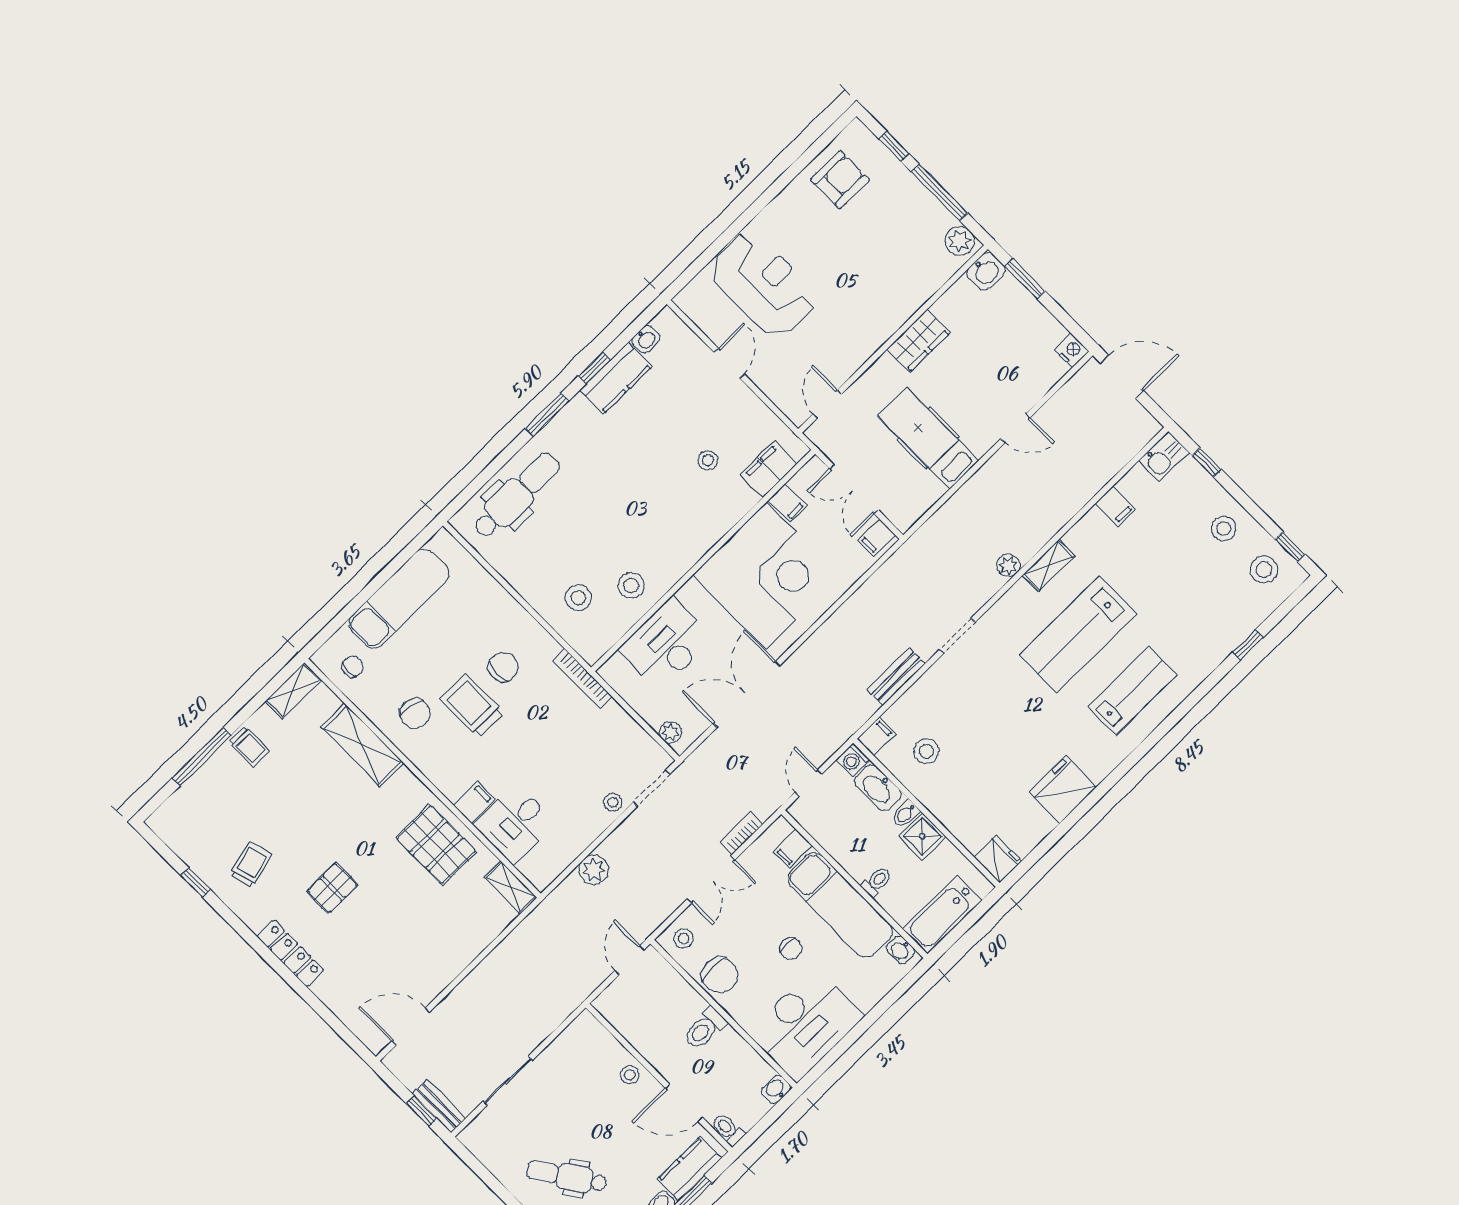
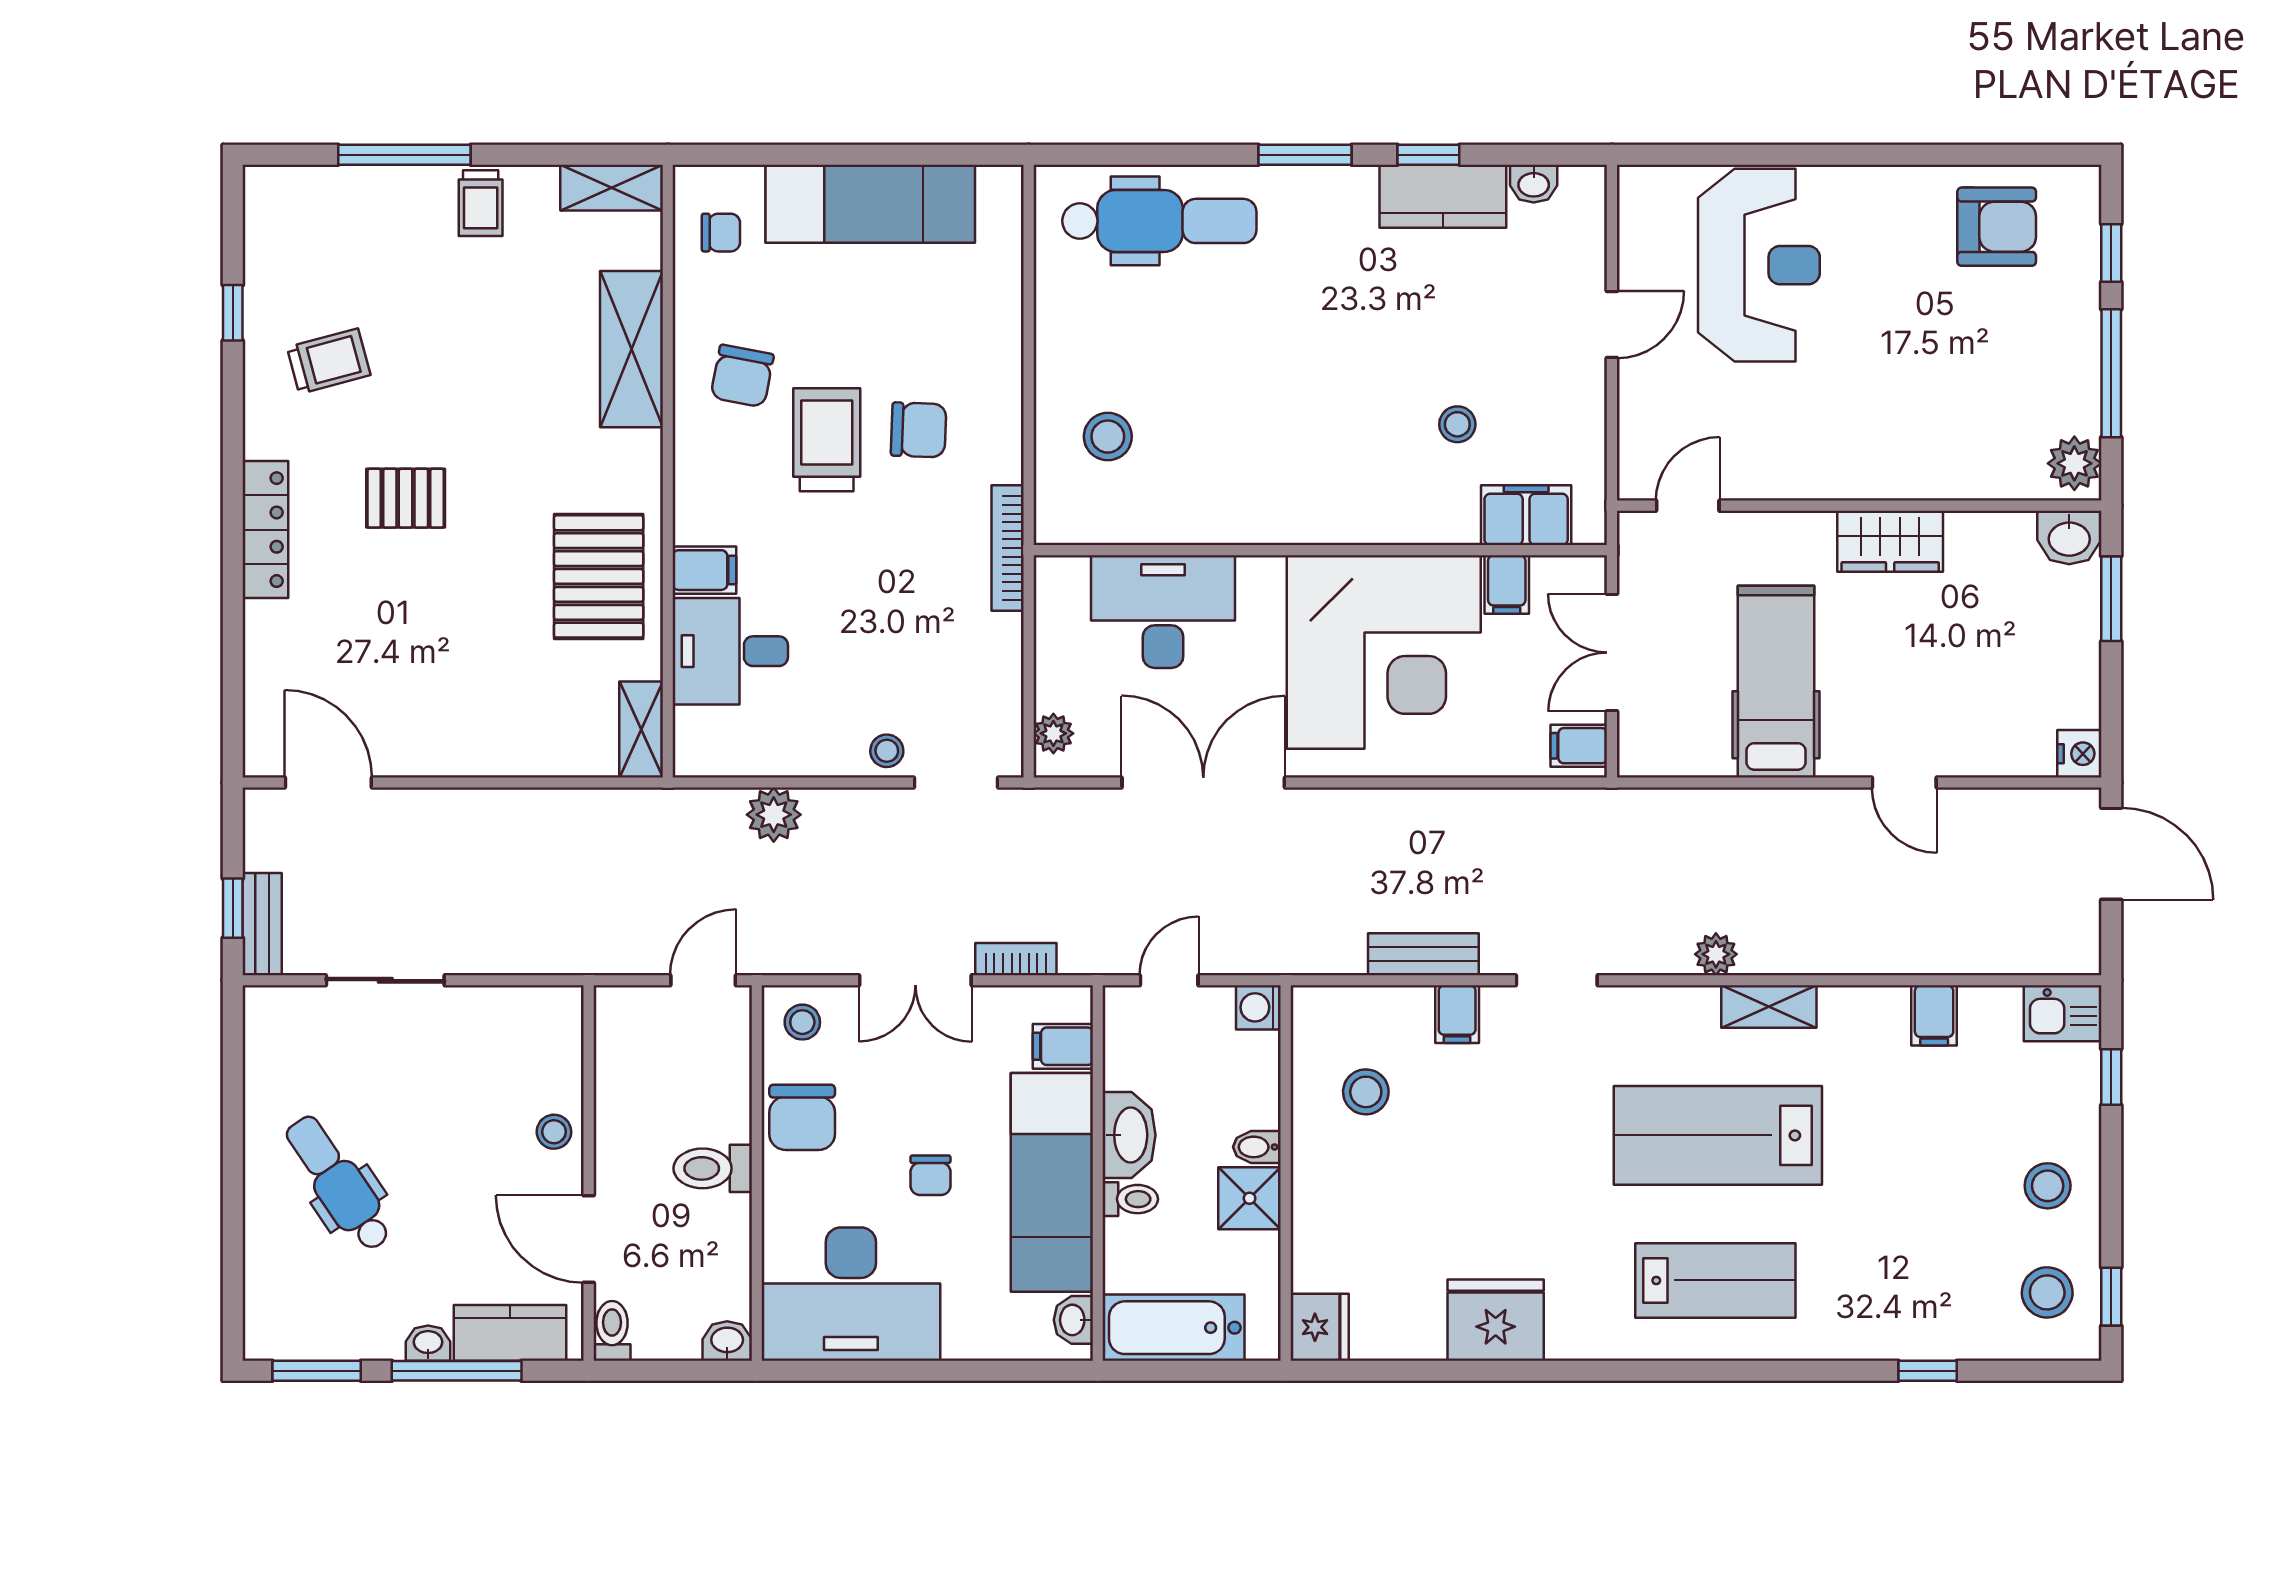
stool: (631, 585) -> (1193, 489), removed
filing cabinet: (876, 736) -> (1457, 1014), moved, turned 90
washbasin: (878, 788) -> (1129, 1135), moved, turned 180

